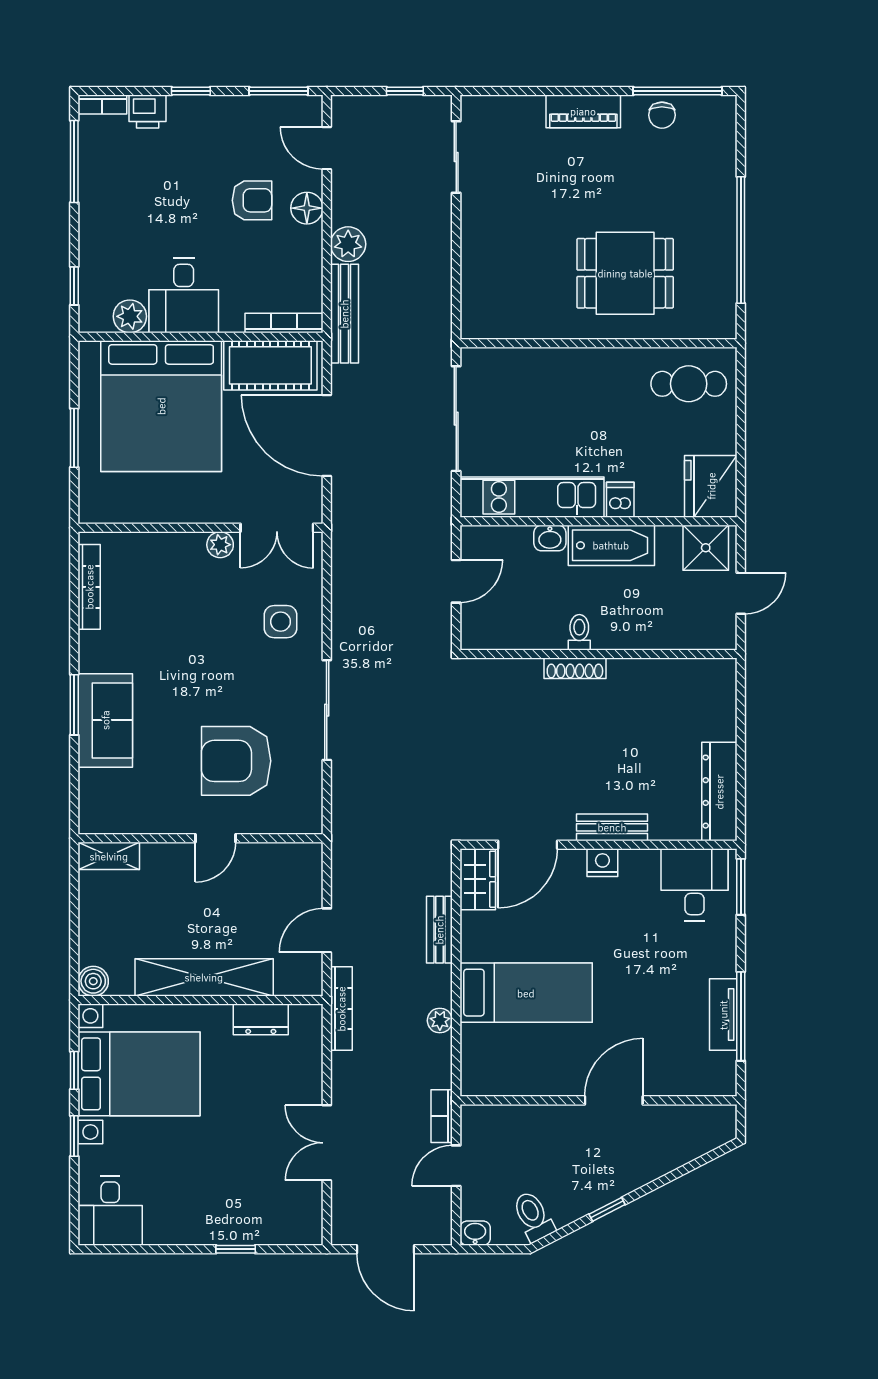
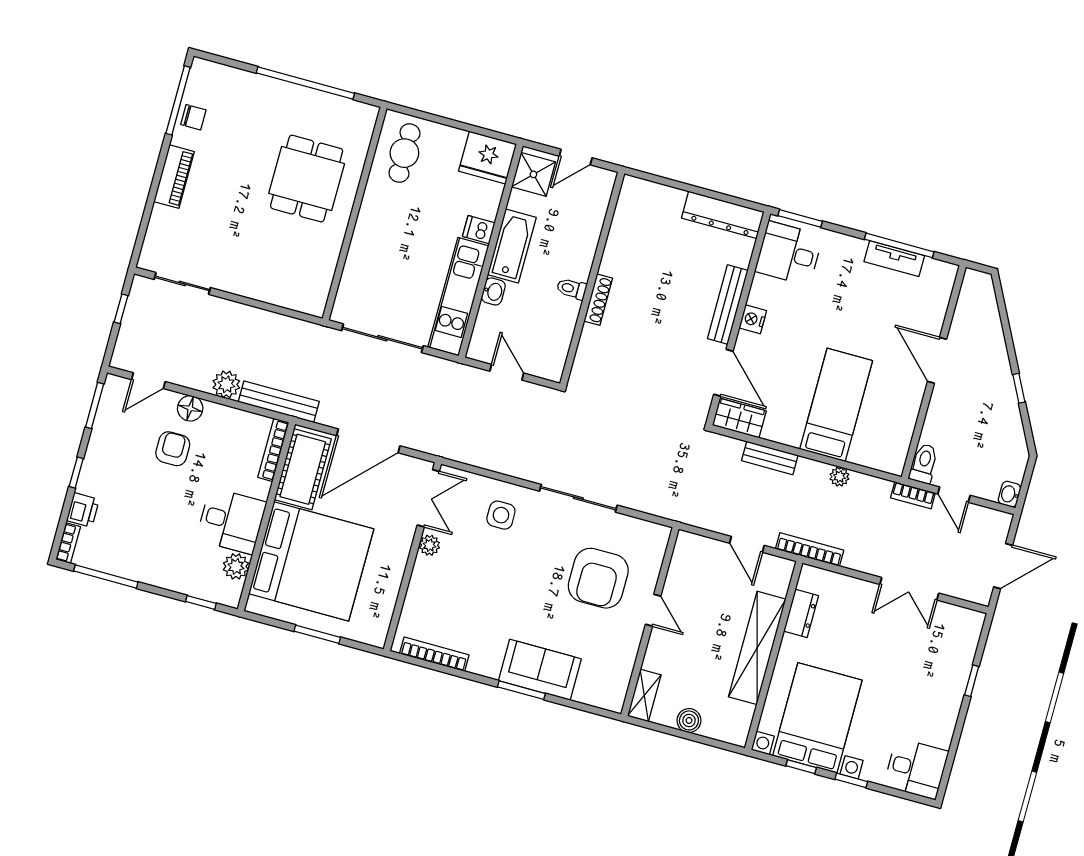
door: (741, 593) -> (576, 157), swing flipped
bench: (612, 827) -> (728, 305), width x1.36
boiler: (93, 981) -> (689, 720), moved
toilet: (533, 1216) -> (924, 464), moved, turned 117

